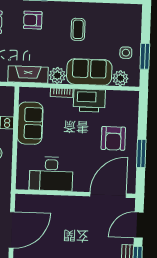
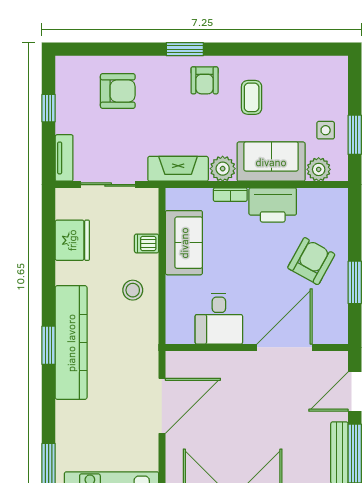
armchair: (33, 20) -> (205, 80), moved, turned -90
armchair: (113, 138) -> (311, 261), turned -151
desk: (51, 174) -> (219, 319), width x0.73
door: (108, 195) -> (285, 347), moved

